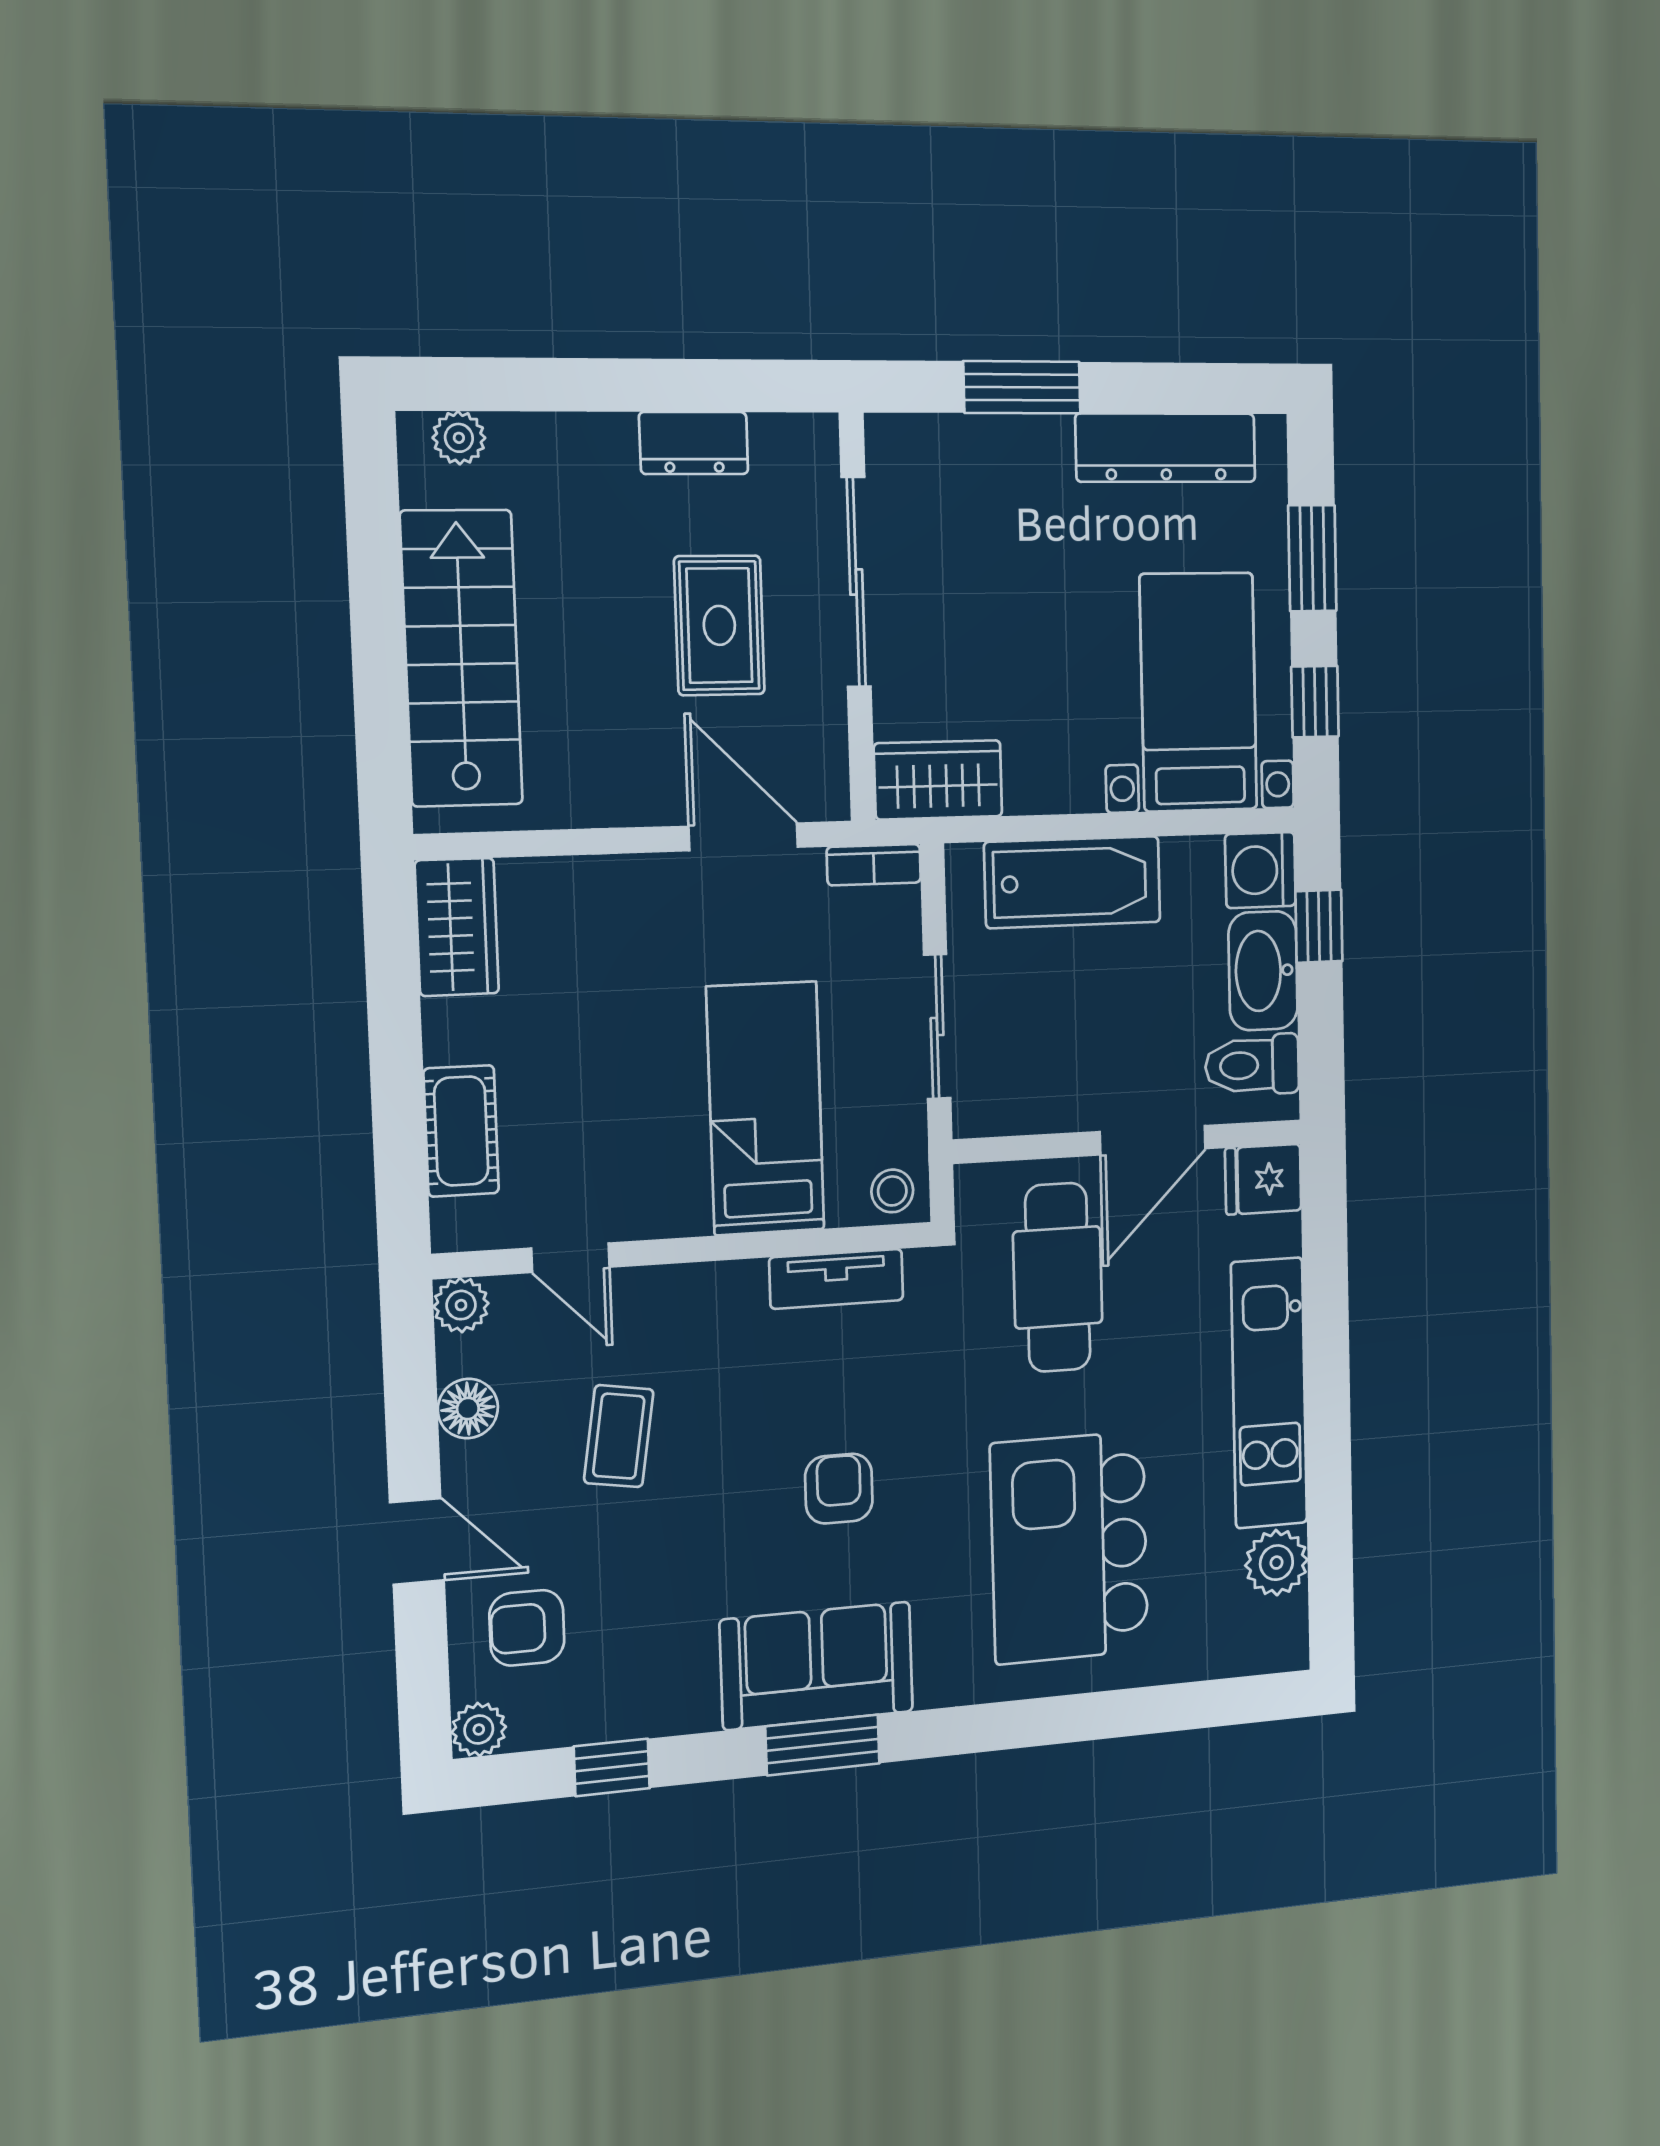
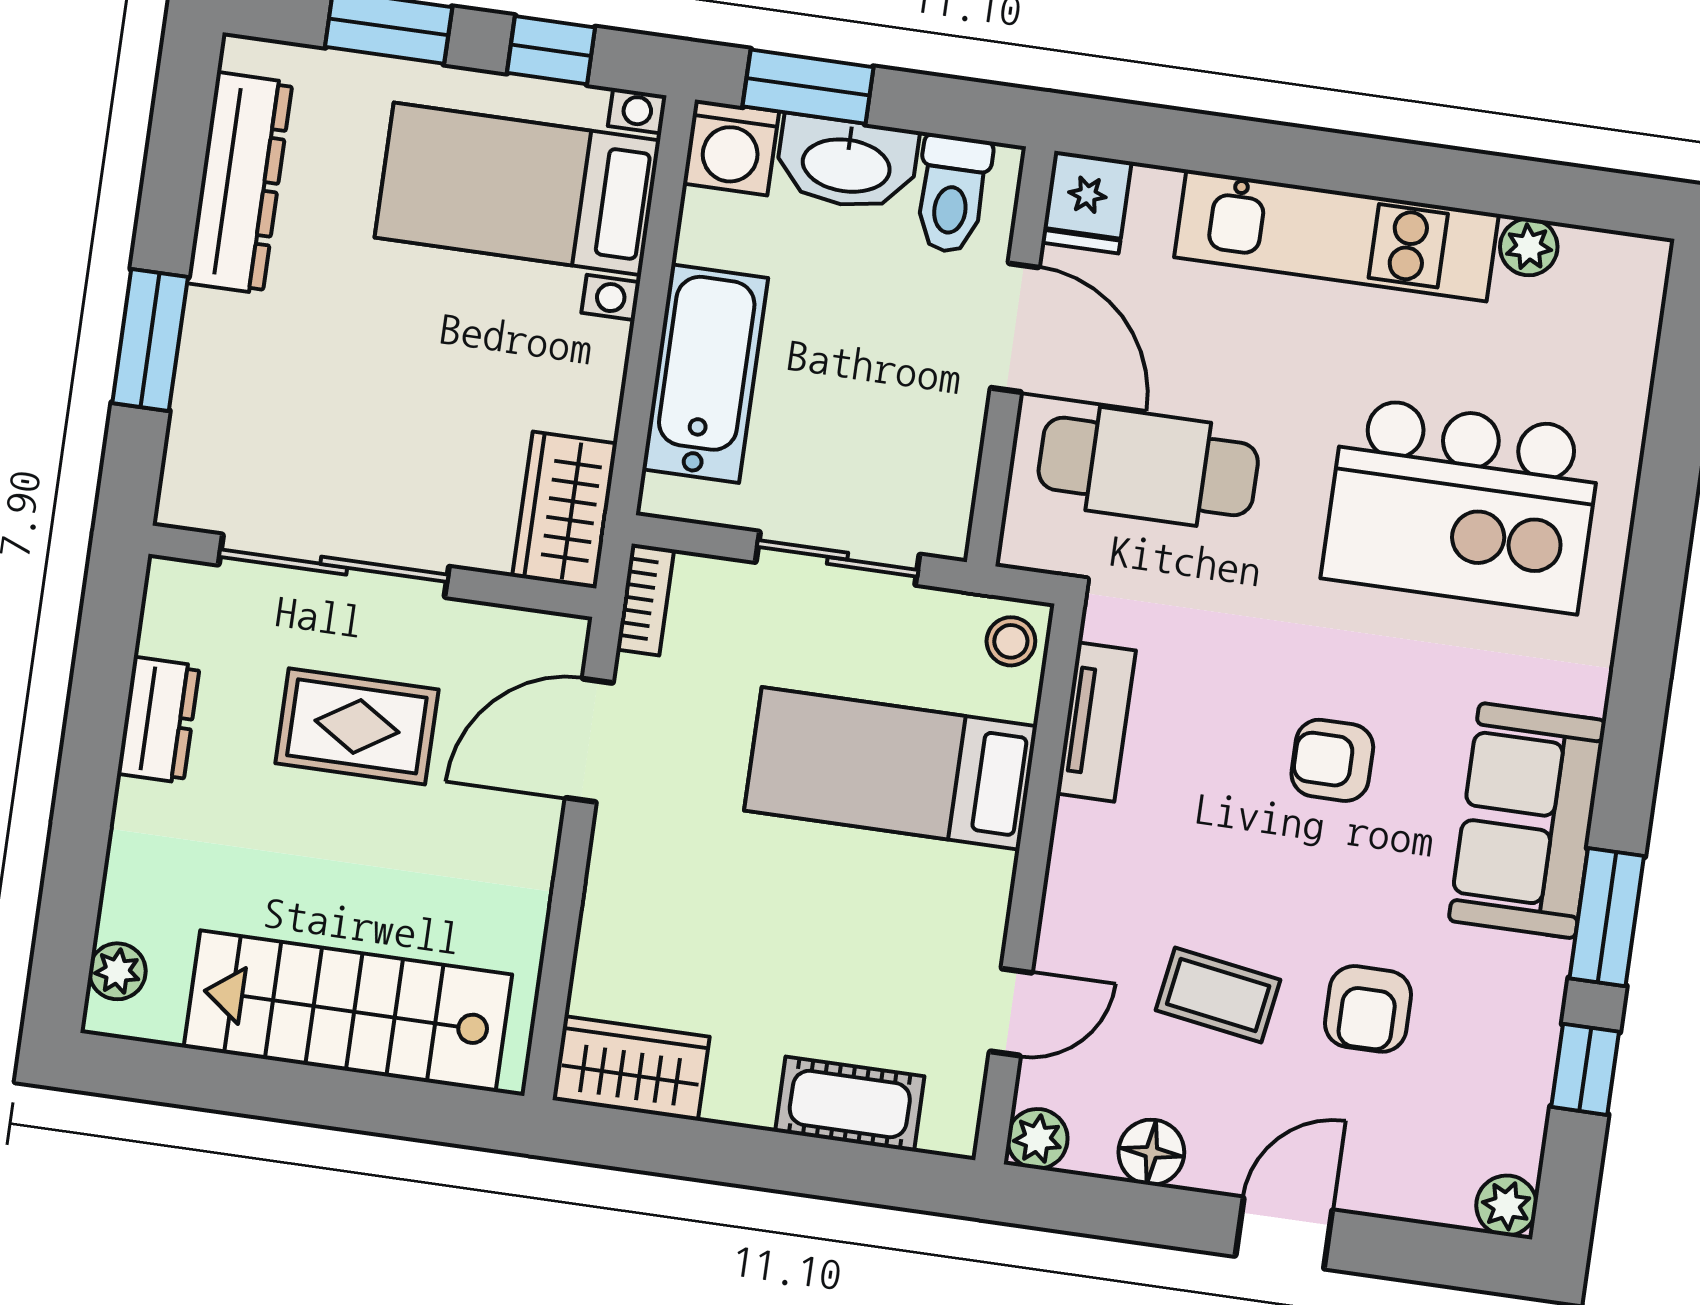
window: (1319, 926) -> (808, 87), width x1.50
plant: (1276, 1563) -> (1529, 247), width x0.73, depth x0.73
armchair: (527, 1628) -> (1368, 1009), moved
window: (823, 1745) -> (1607, 917), moved

